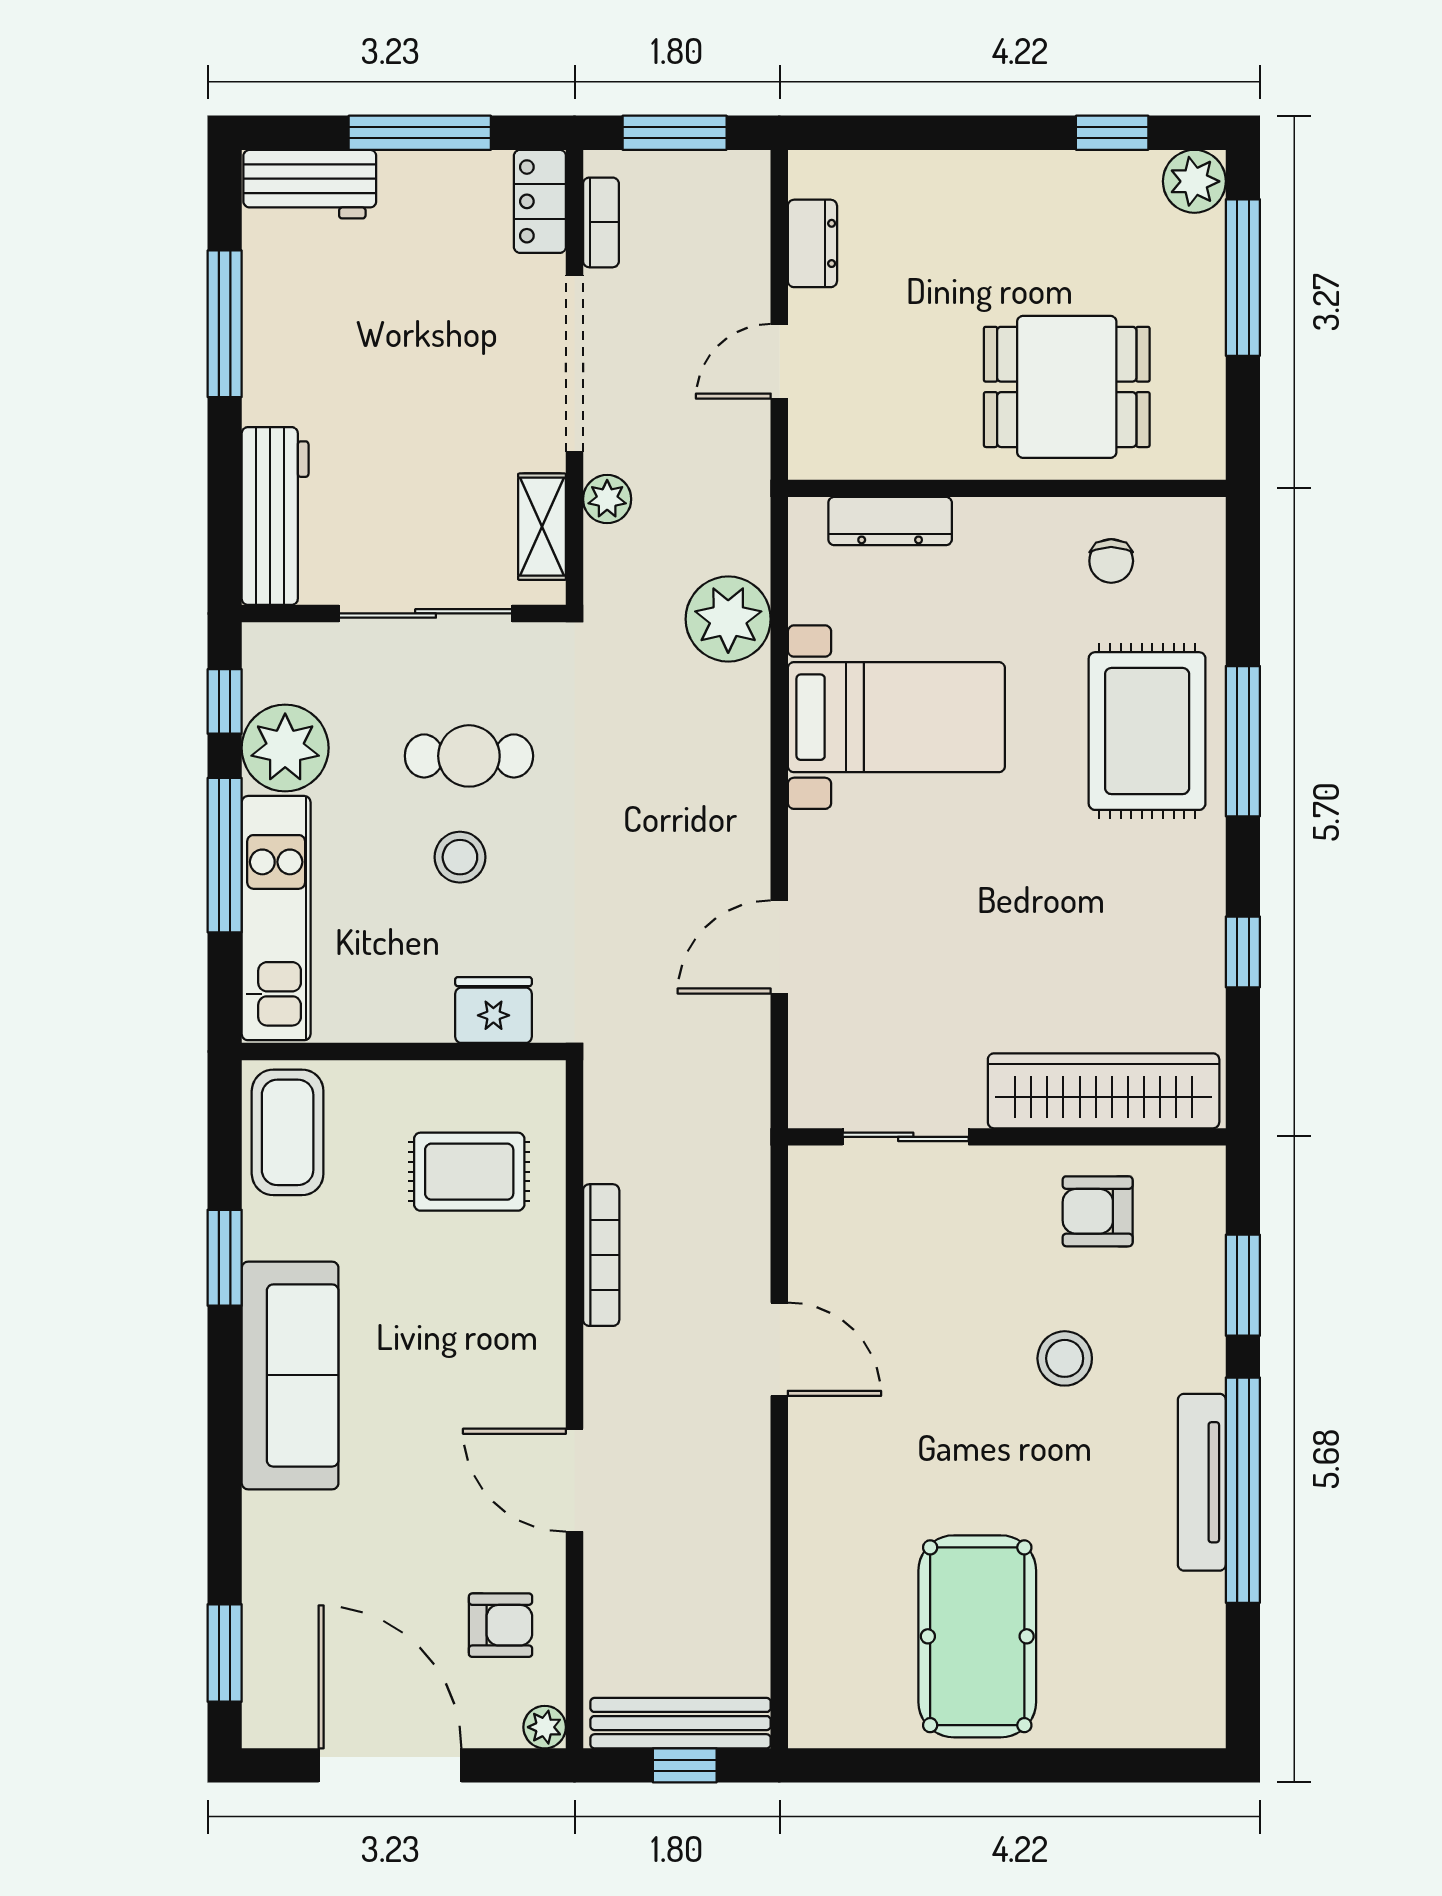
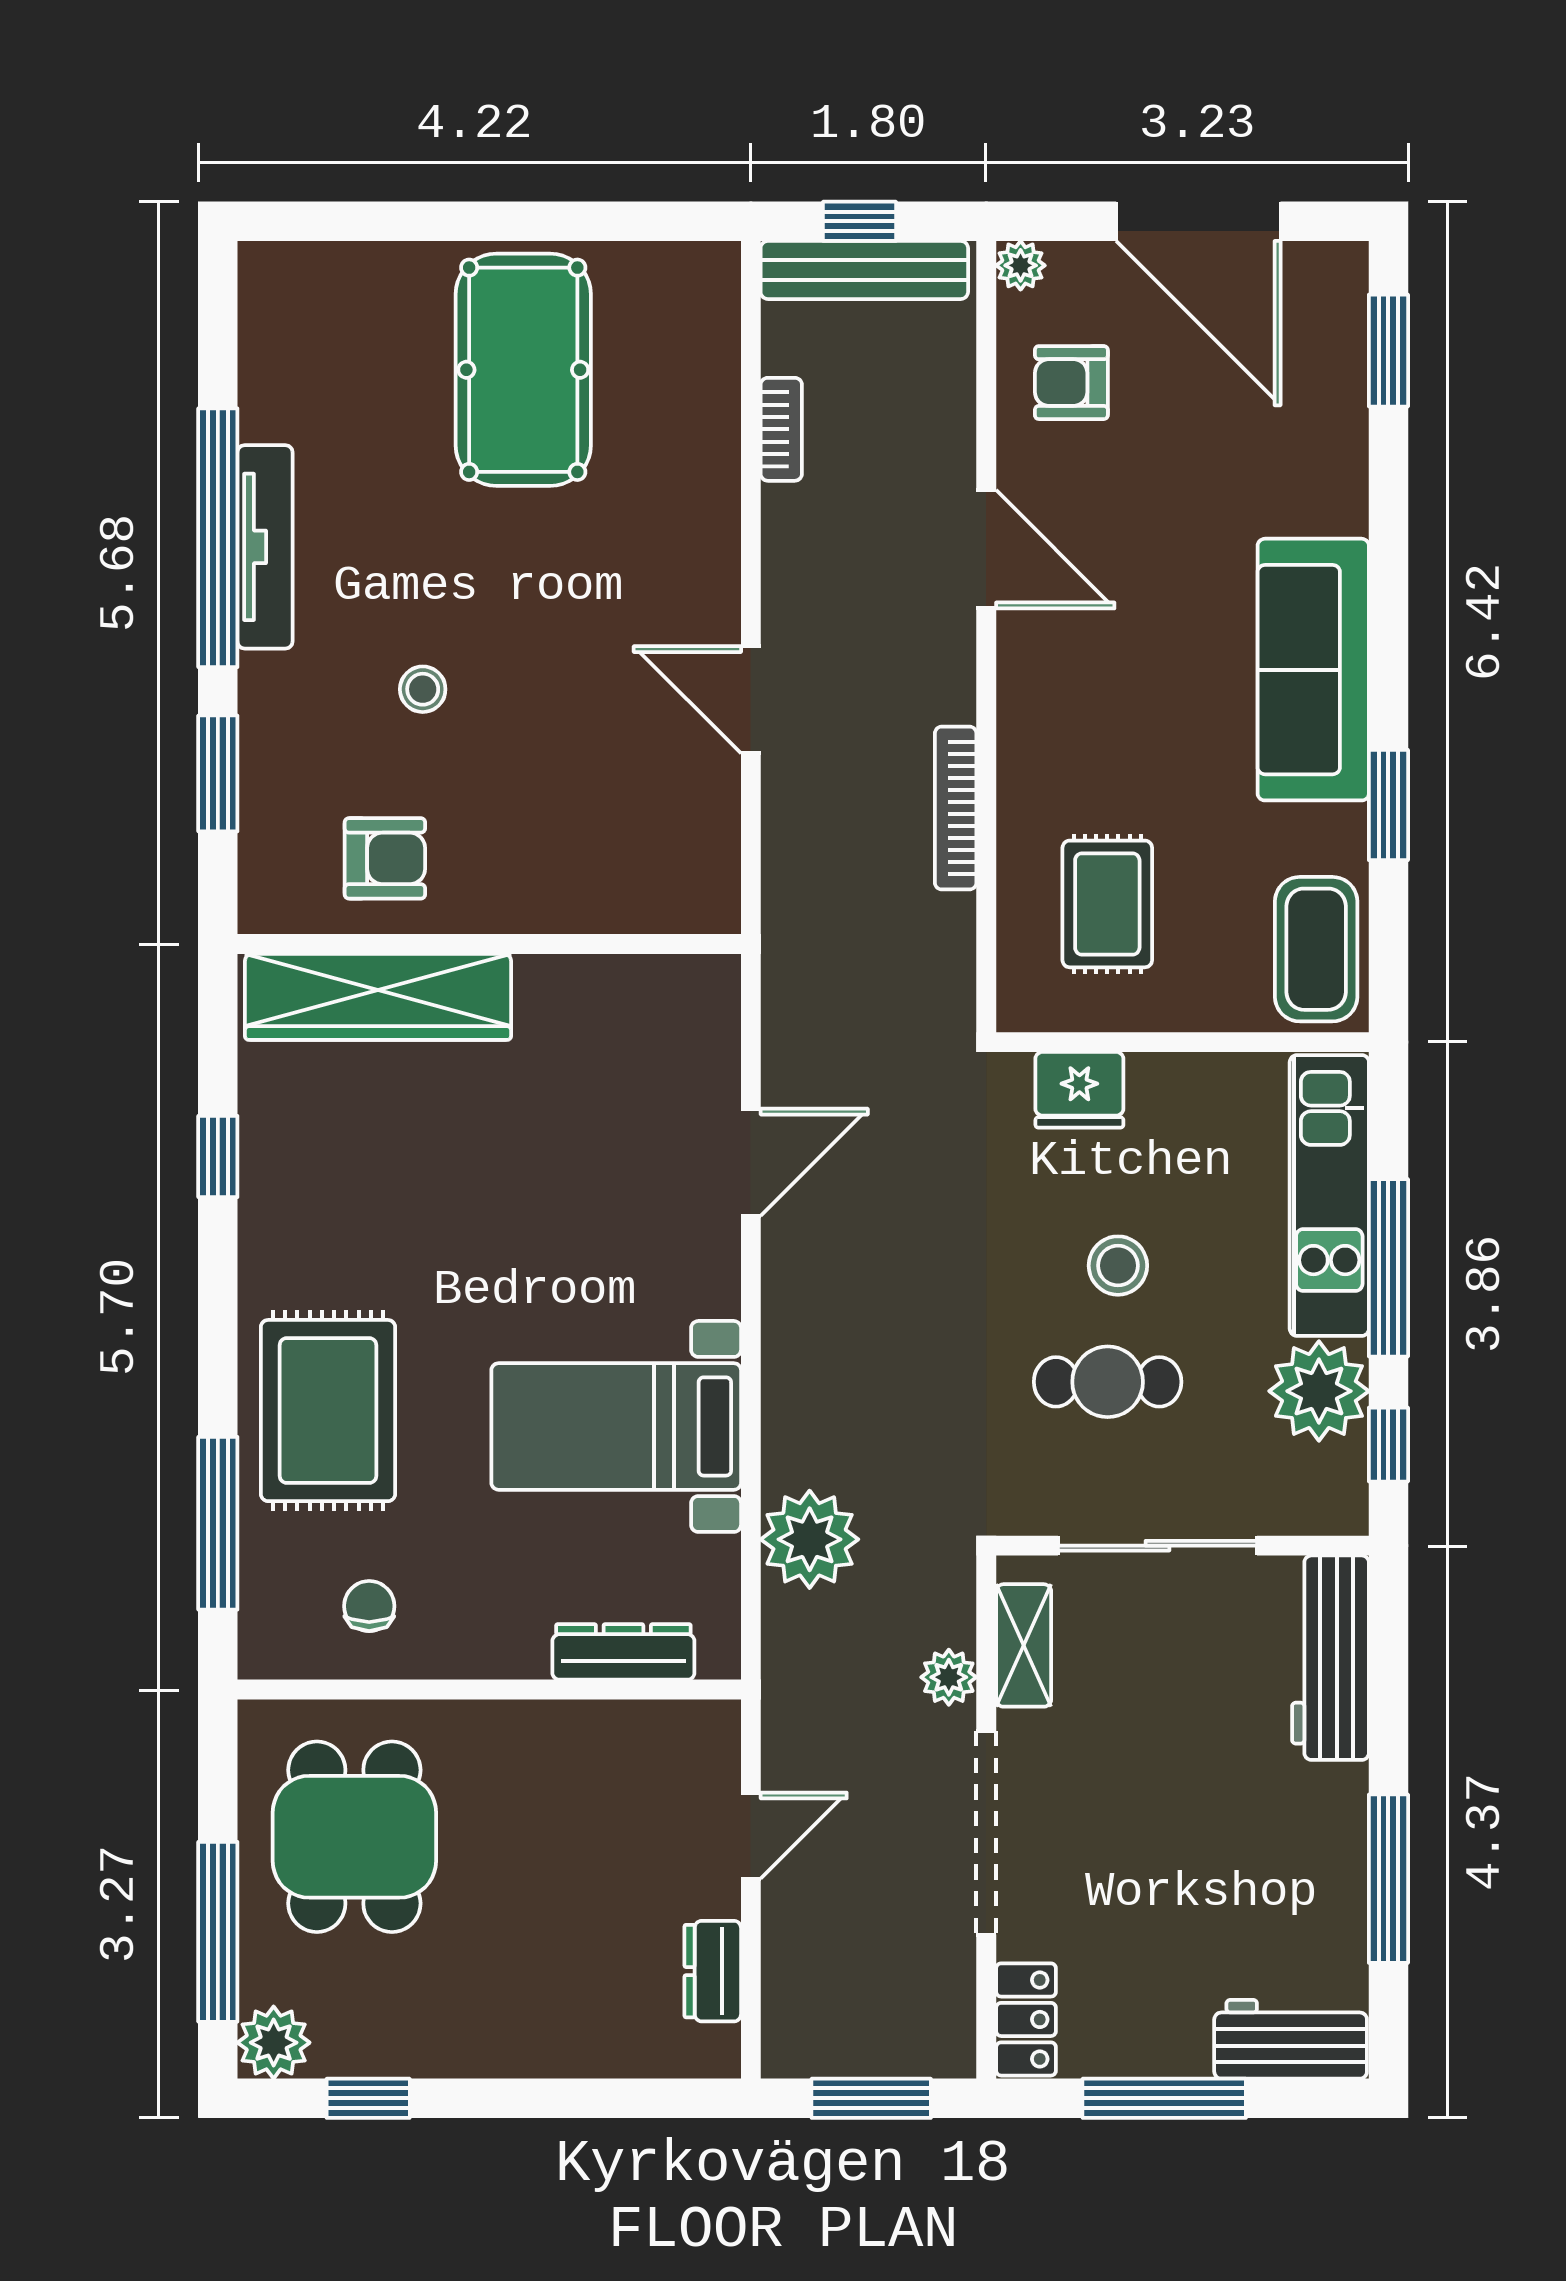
bookcase: (601, 222) -> (781, 429), moved, turned 180
dining table: (1067, 387) -> (354, 1837), moved, turned 90
window: (1243, 741) -> (218, 1523), moved
sliding door: (906, 1137) -> (605, 944), removed
rug: (469, 1172) -> (1107, 904), turned 90
stool: (1065, 1358) -> (423, 689), width x0.73, depth x0.73

